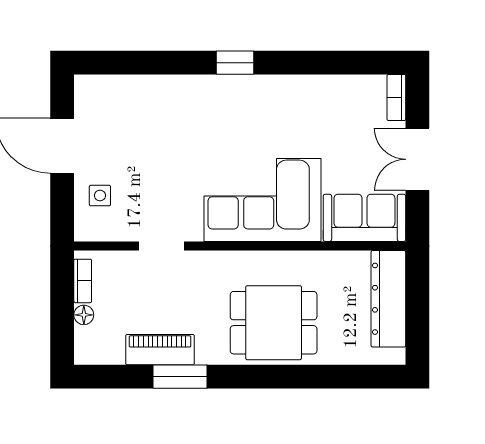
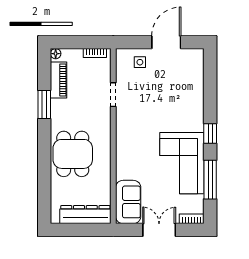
window: (322, 63) -> (210, 180), added
corner sofa: (263, 200) -> (182, 163), moved, turned 180
floor lamp: (84, 315) -> (56, 54), moved
piano: (160, 350) -> (58, 80), moved

